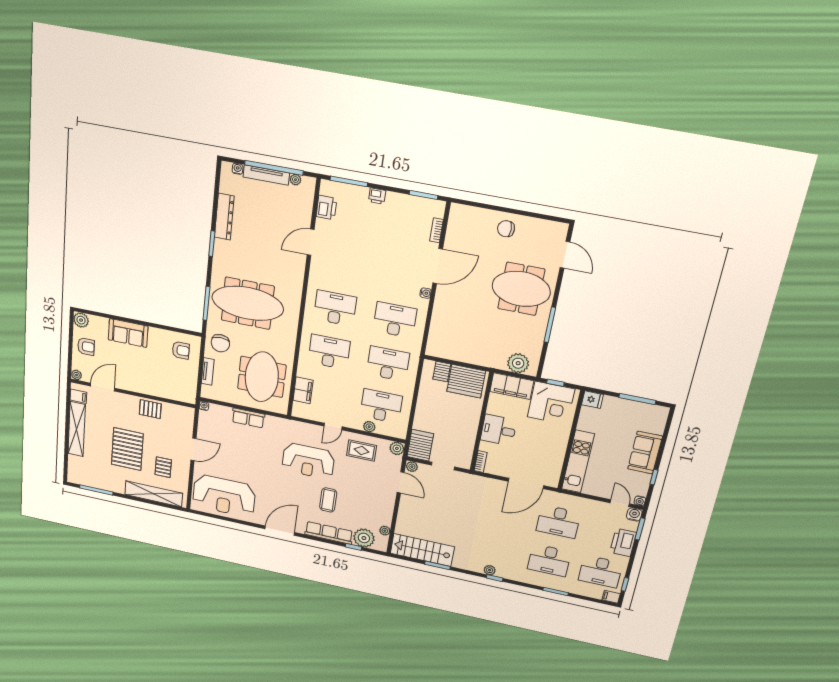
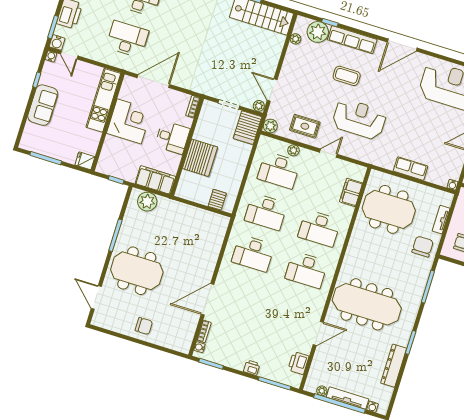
water cooler: (425, 293) -> (199, 347), moved
meeting table: (248, 303) -> (367, 304), moved
meeting table: (262, 377) -> (389, 209), turned 90
server rack: (466, 381) -> (200, 158), moved, turned 90
corner desk: (551, 403) -> (129, 121), moved, turned 90
coffee table: (328, 500) -> (347, 76), turned 90

